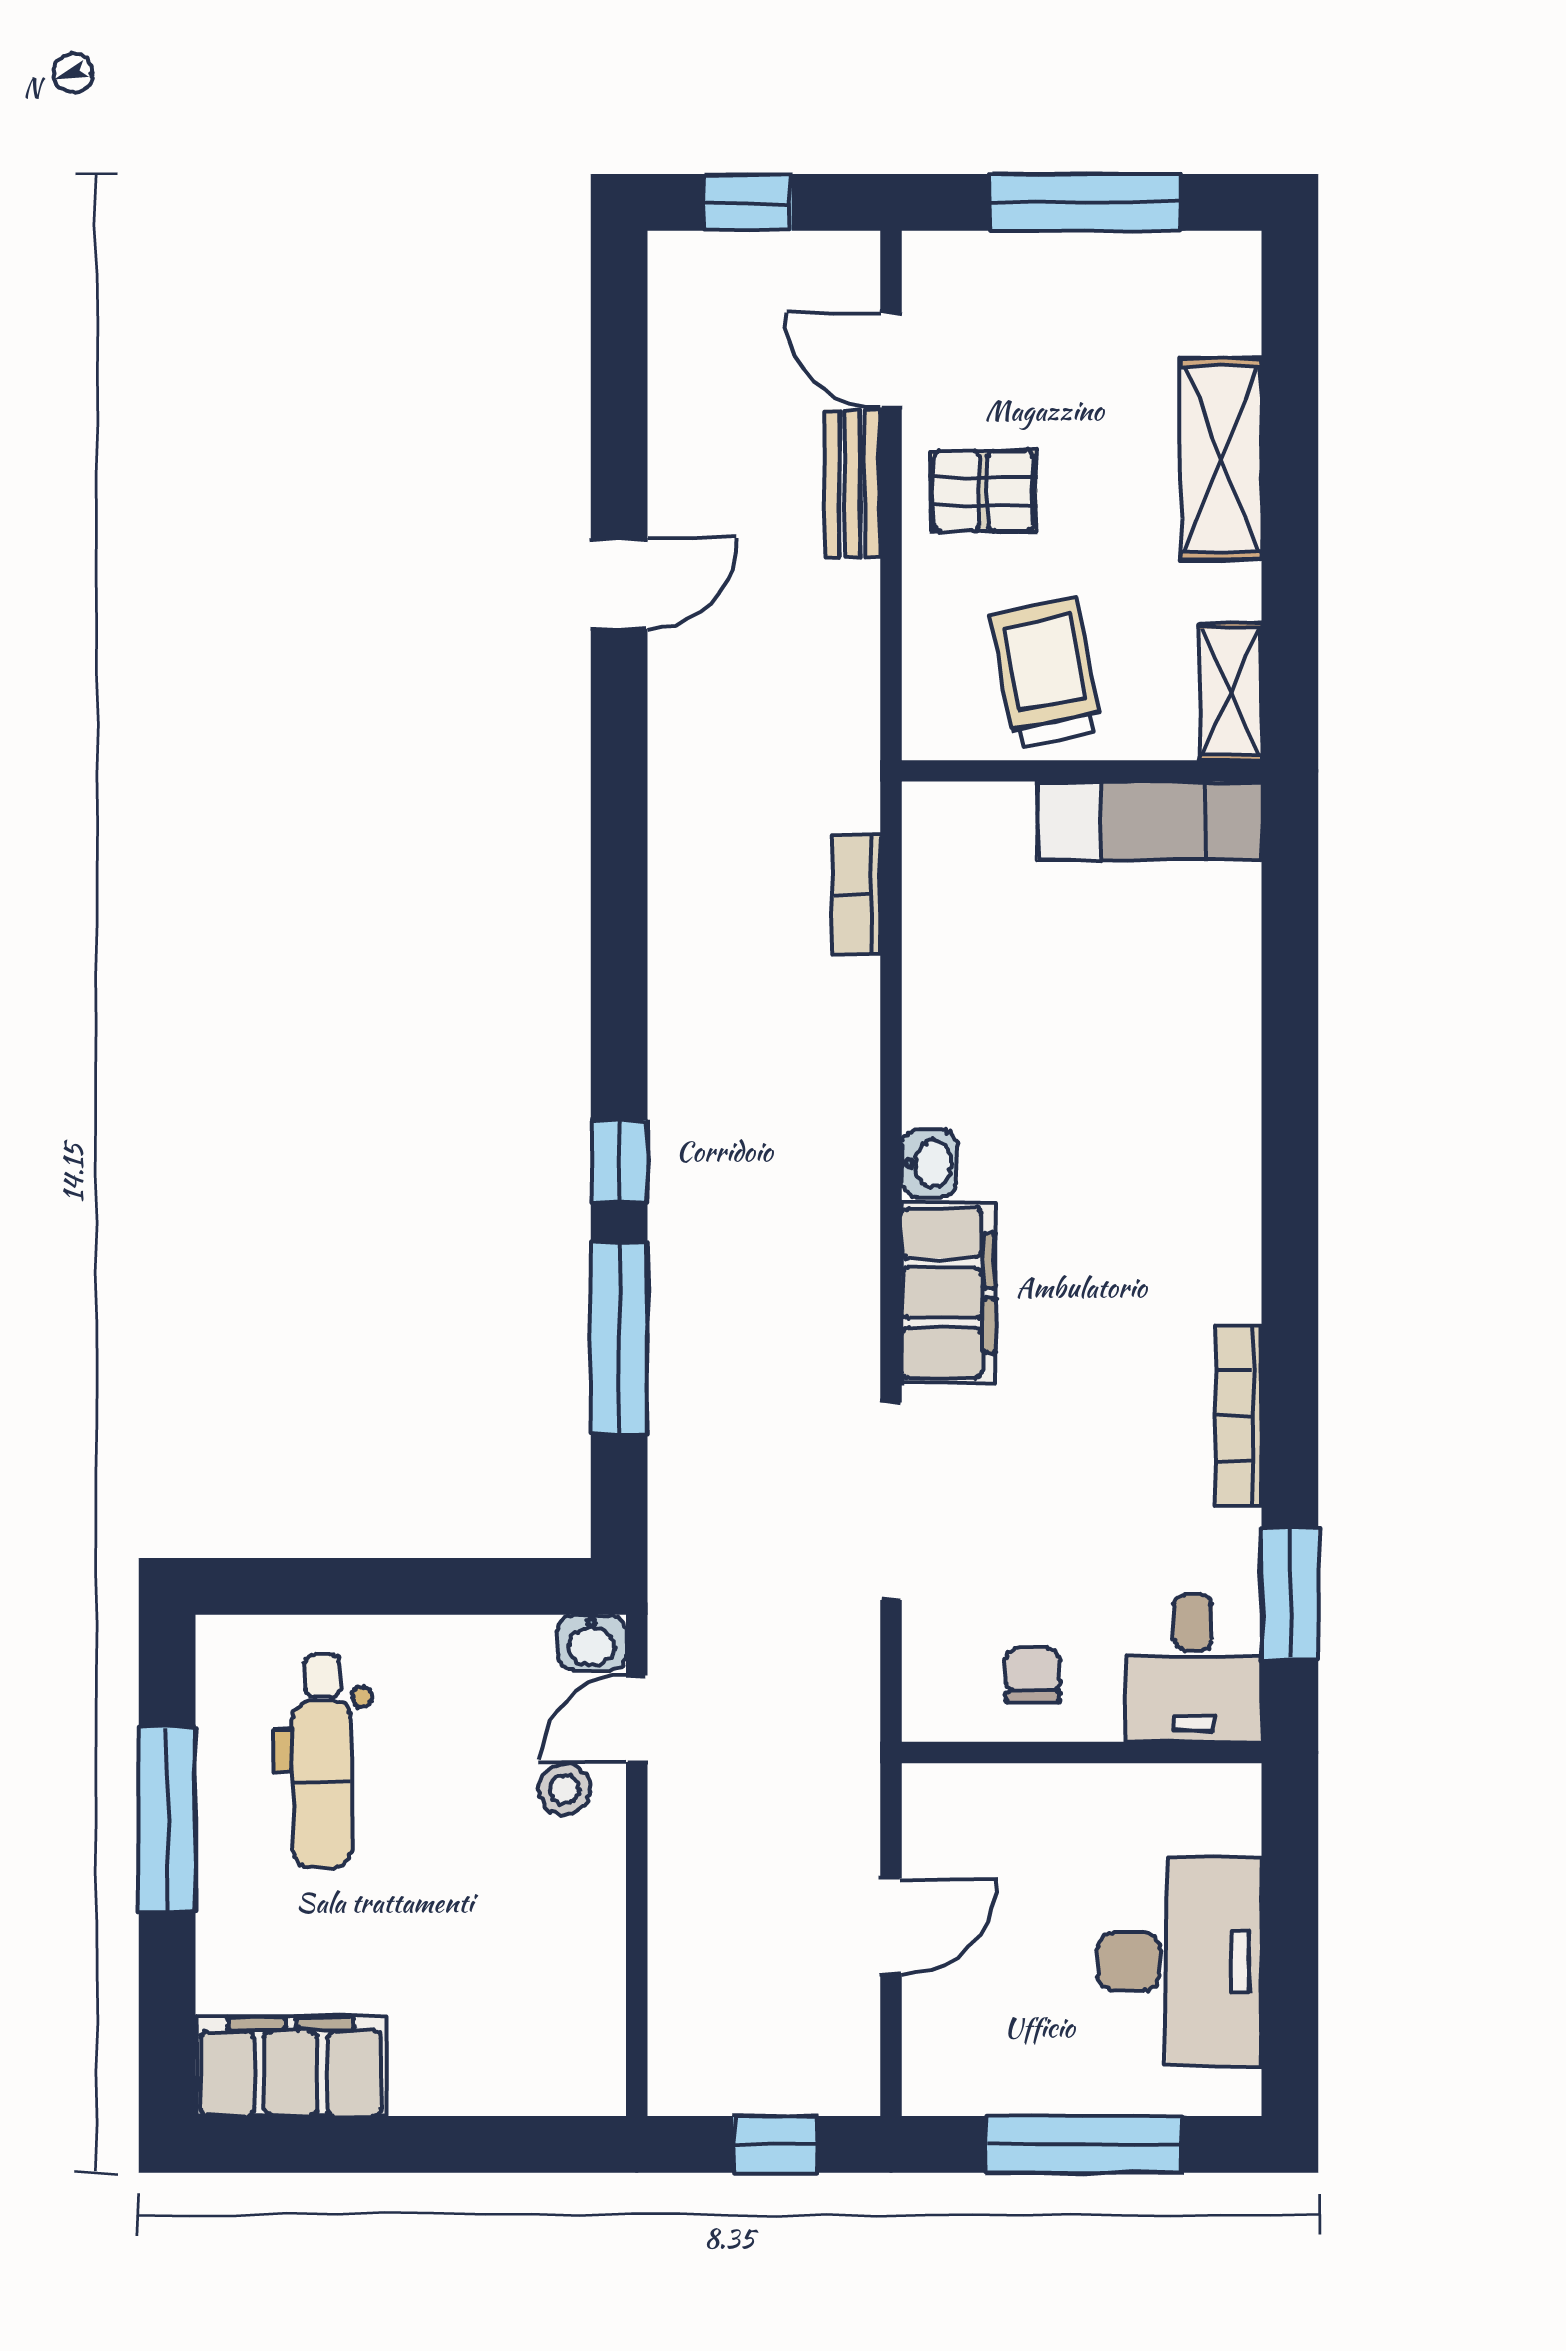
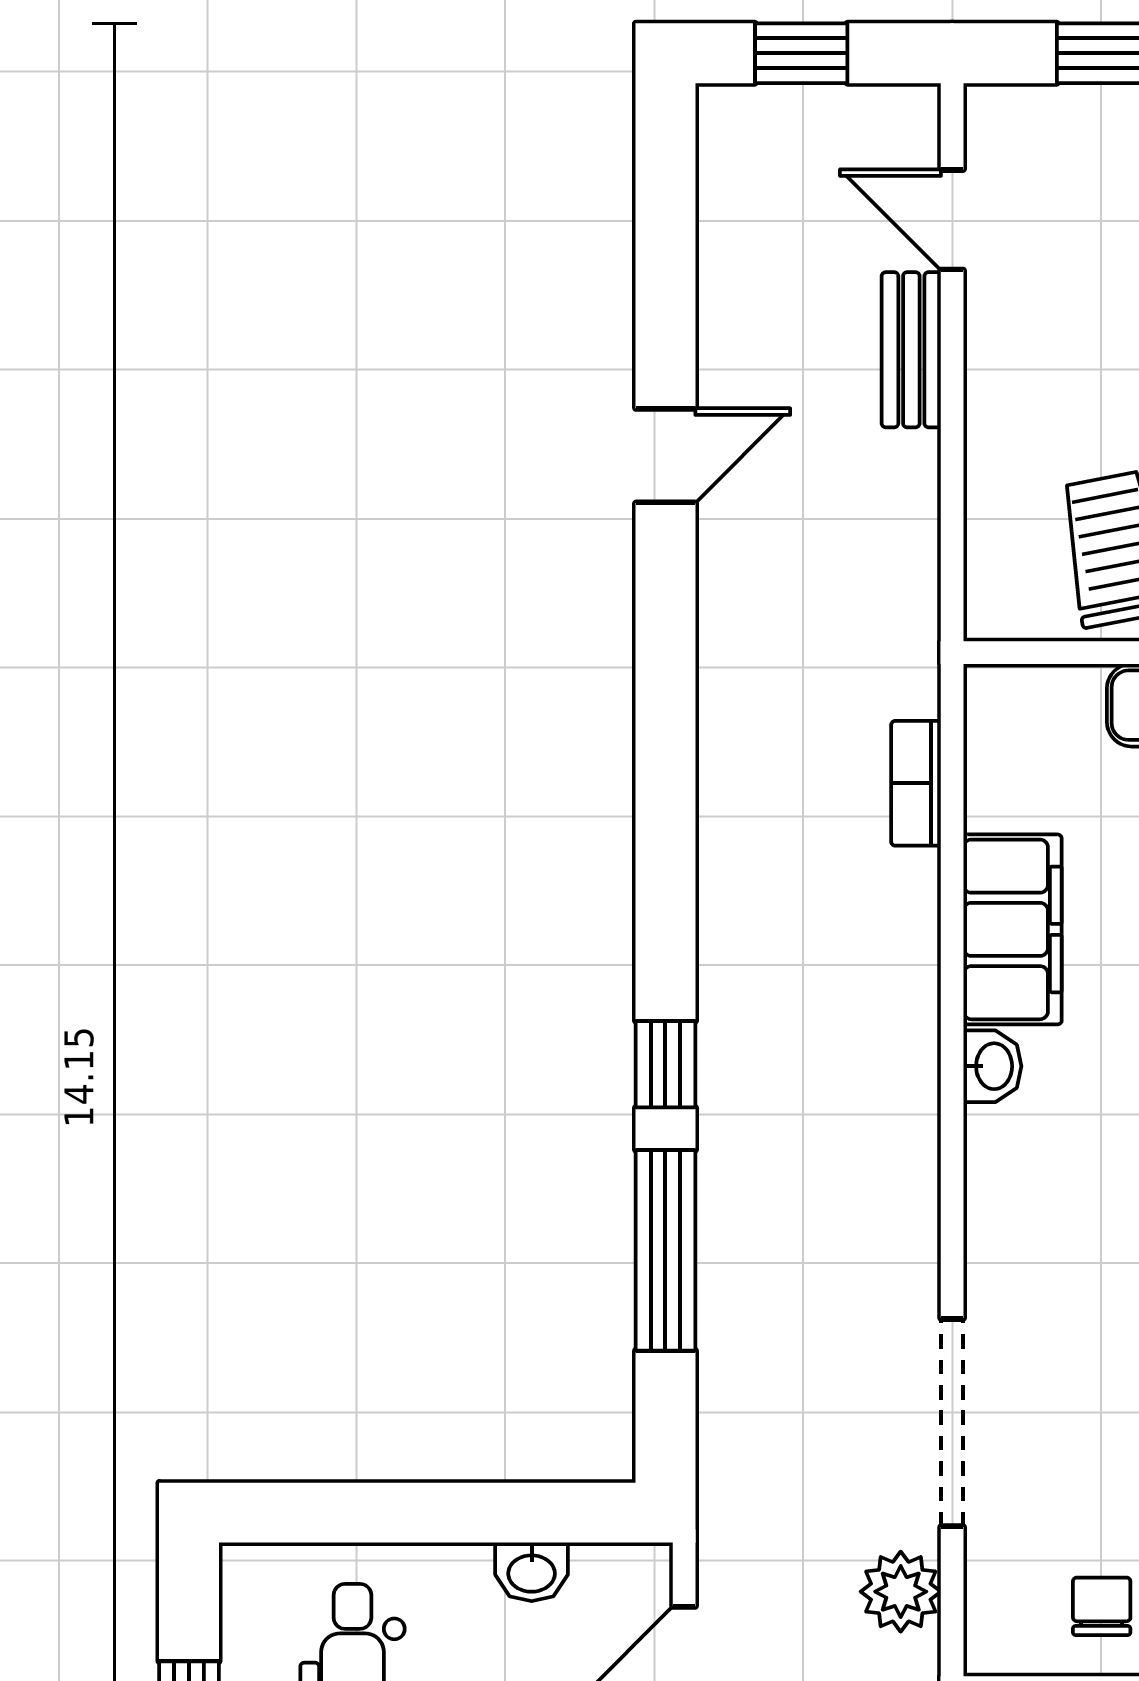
pallet: (983, 491) -> (1050, 357), removed
filing cabinet: (948, 1293) -> (1013, 929), moved
washbasin: (592, 1643) -> (532, 1572), moved
plant: (842, 1661) -> (901, 1592), added

